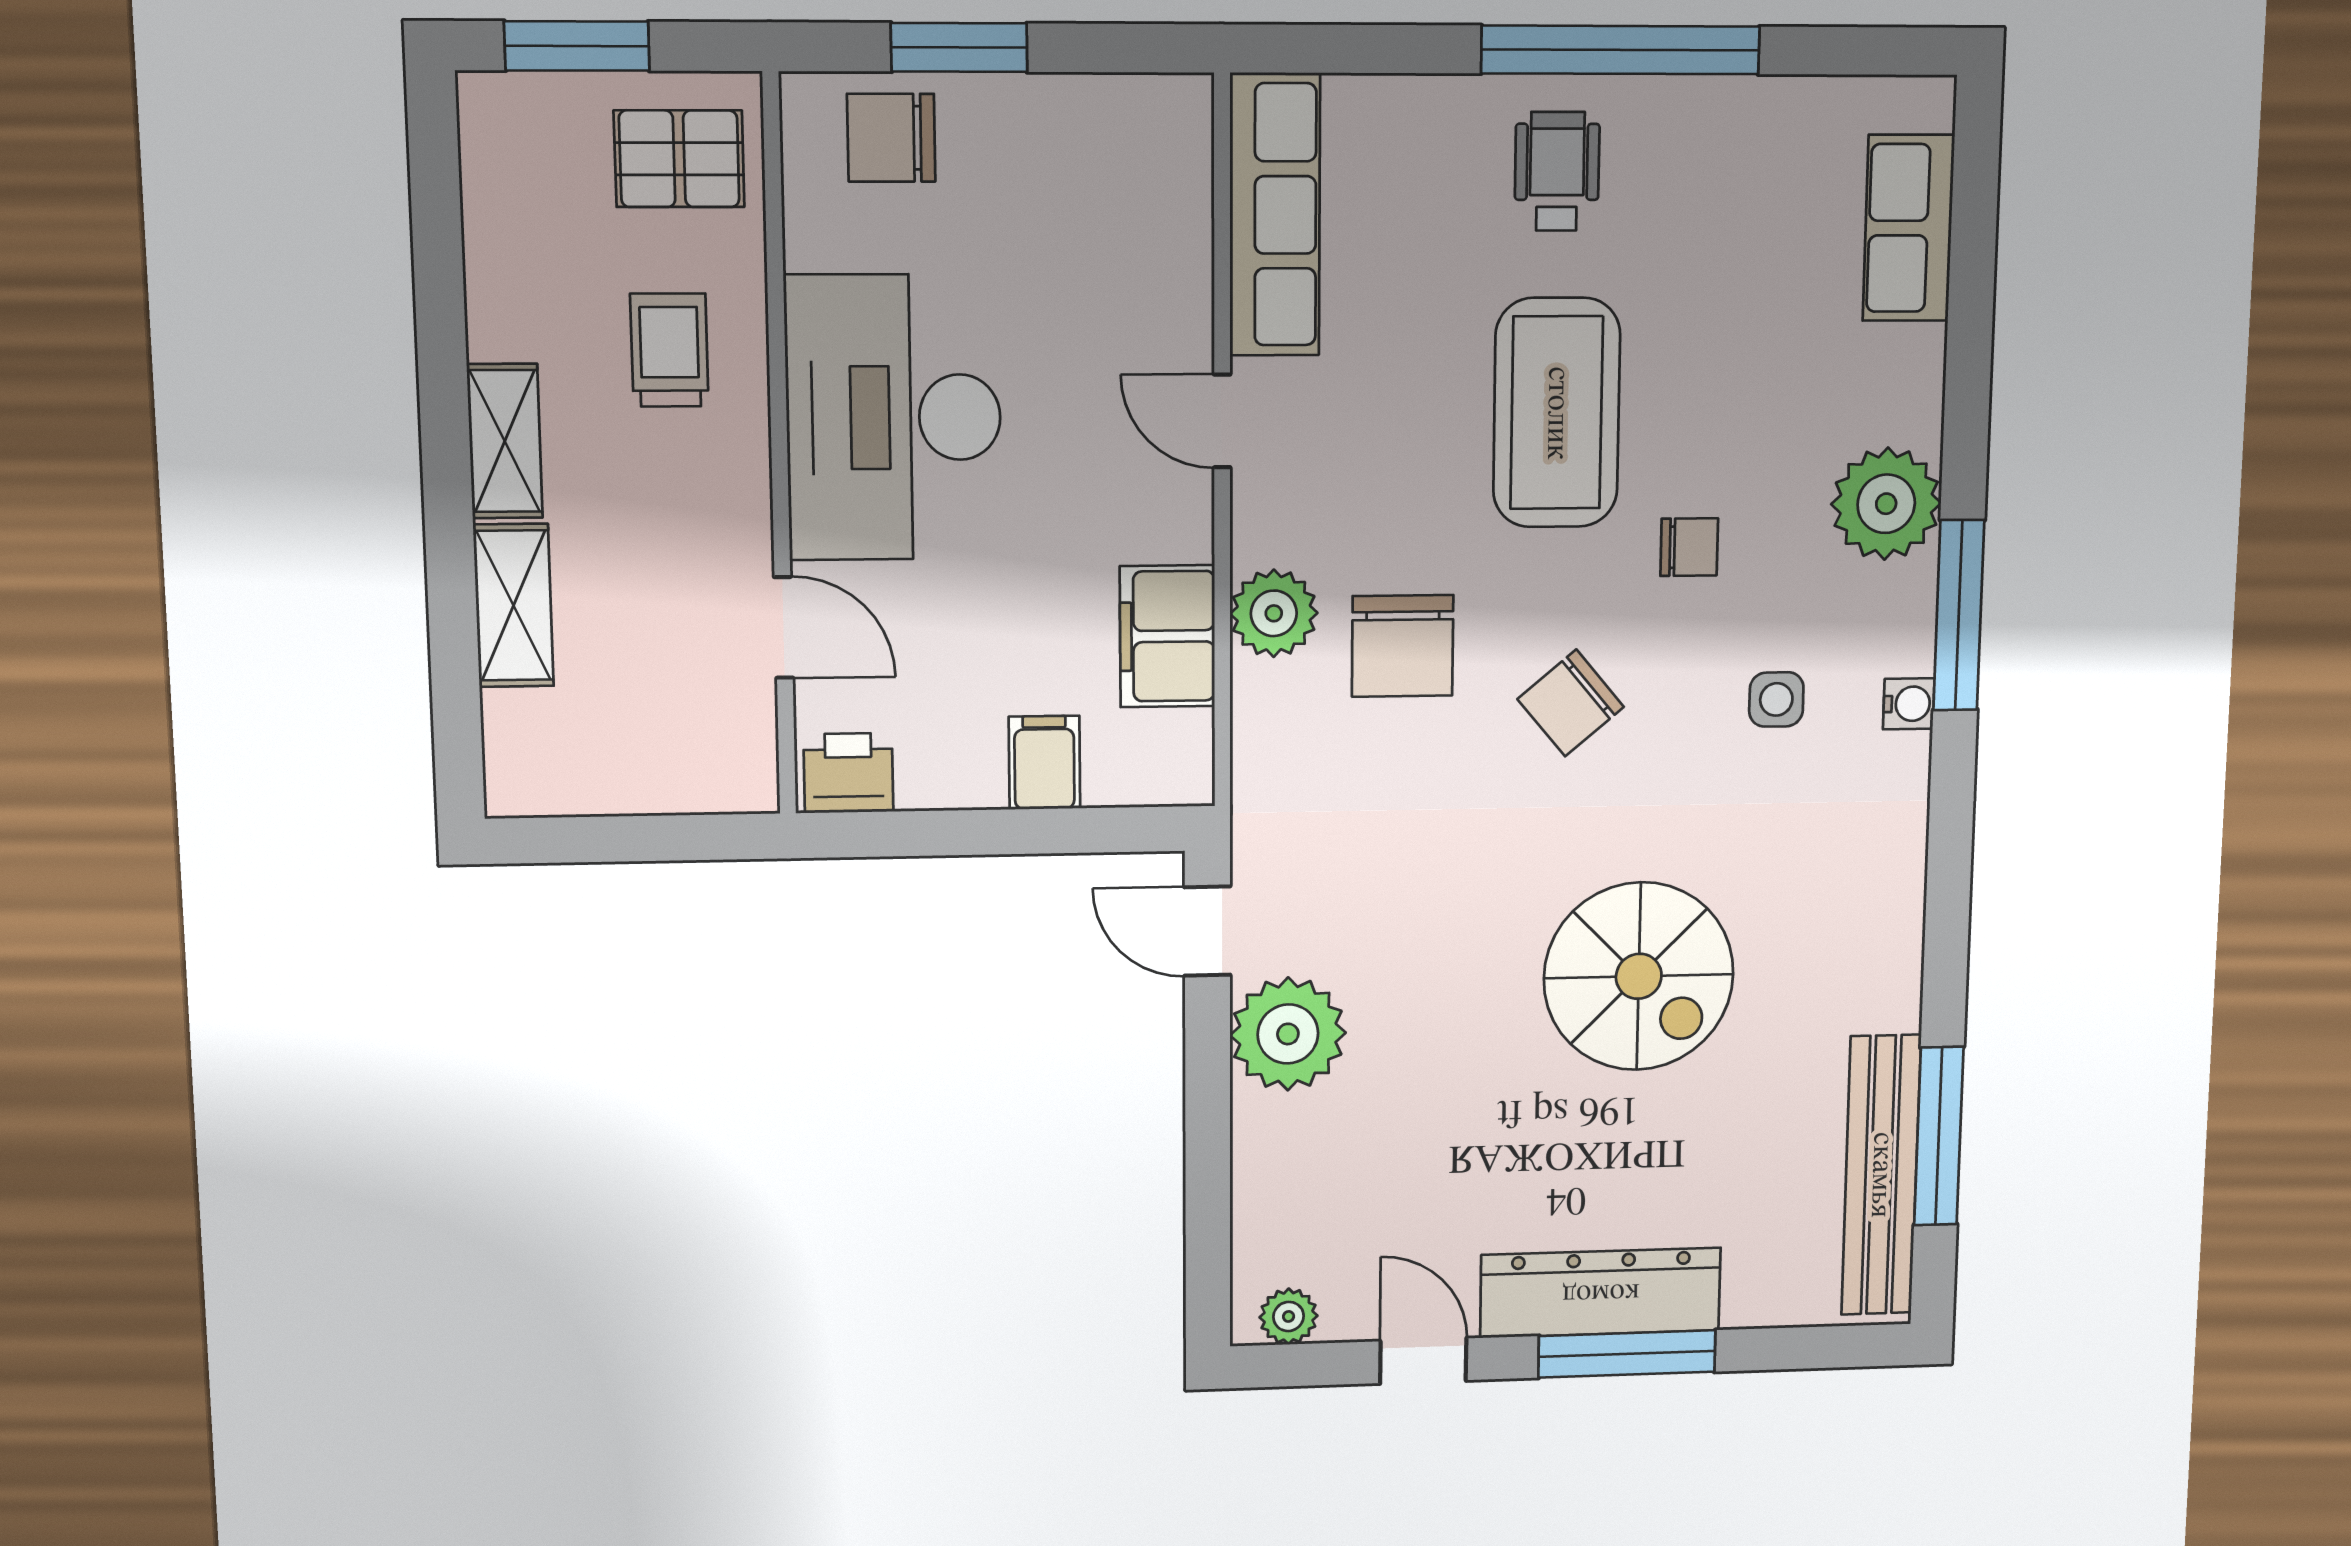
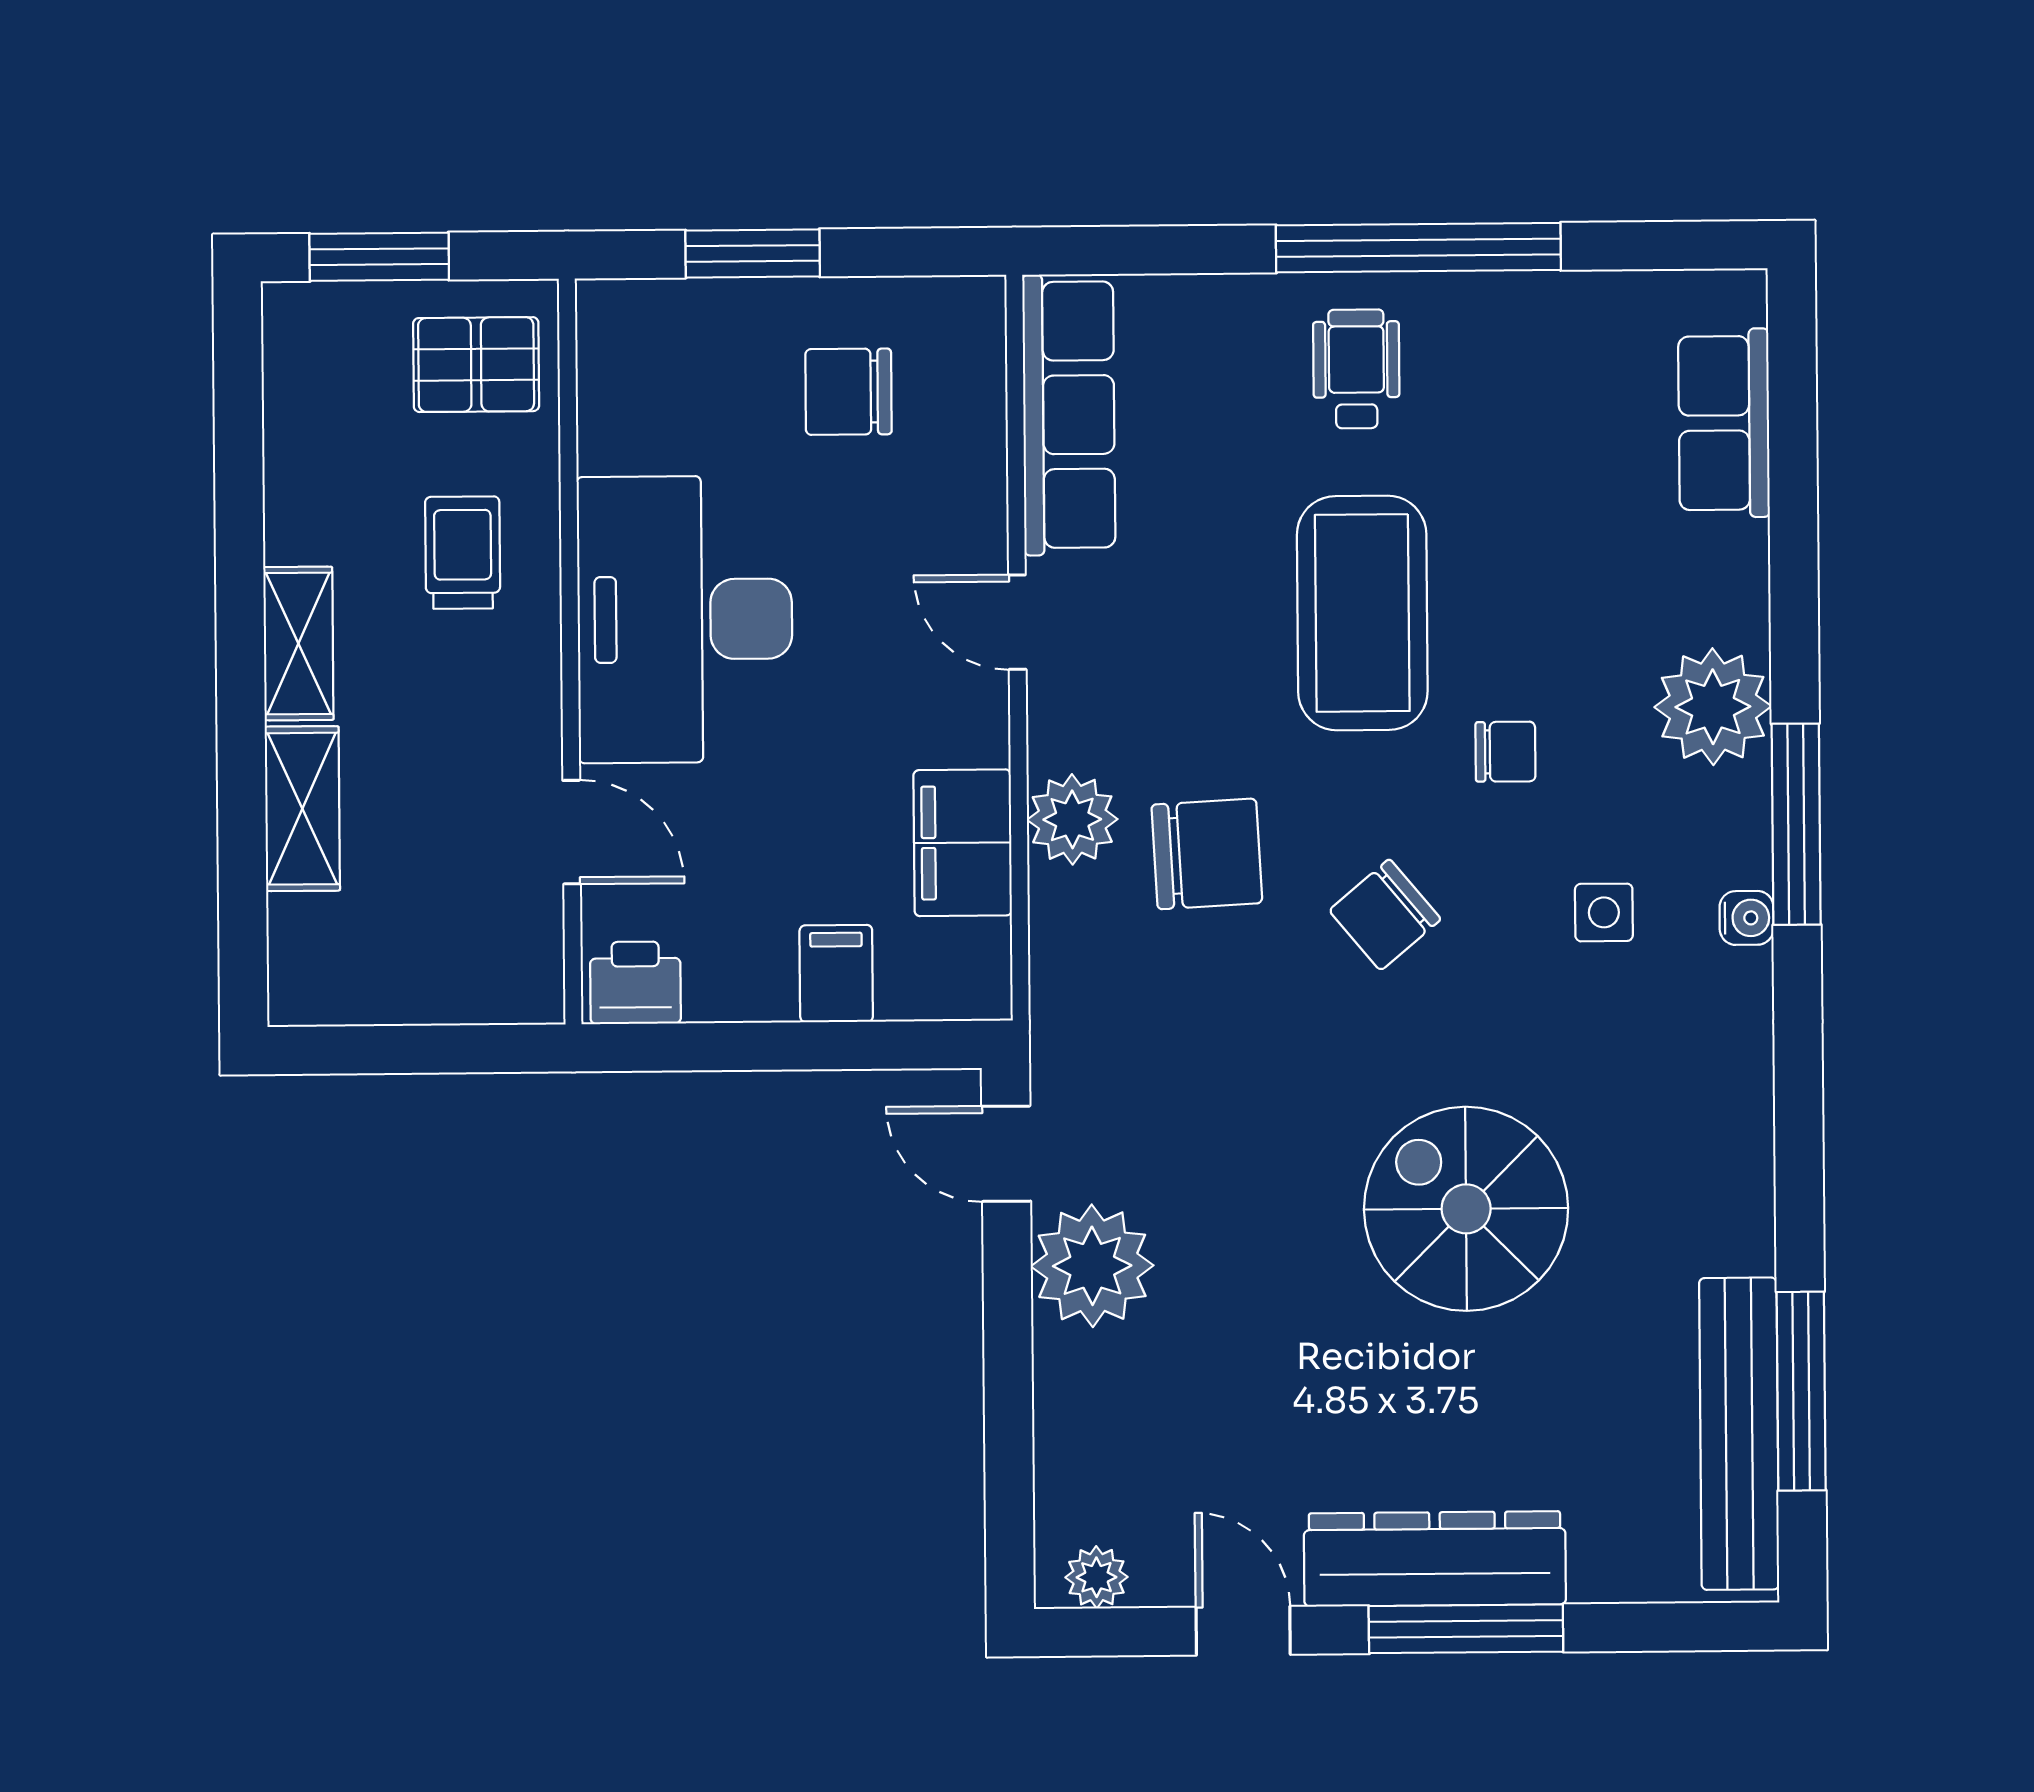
chair: (891, 138) -> (848, 392), moved
chair: (1403, 646) -> (1207, 854), turned -93
spiral stairs: (1639, 976) -> (1466, 1209), turned 180

